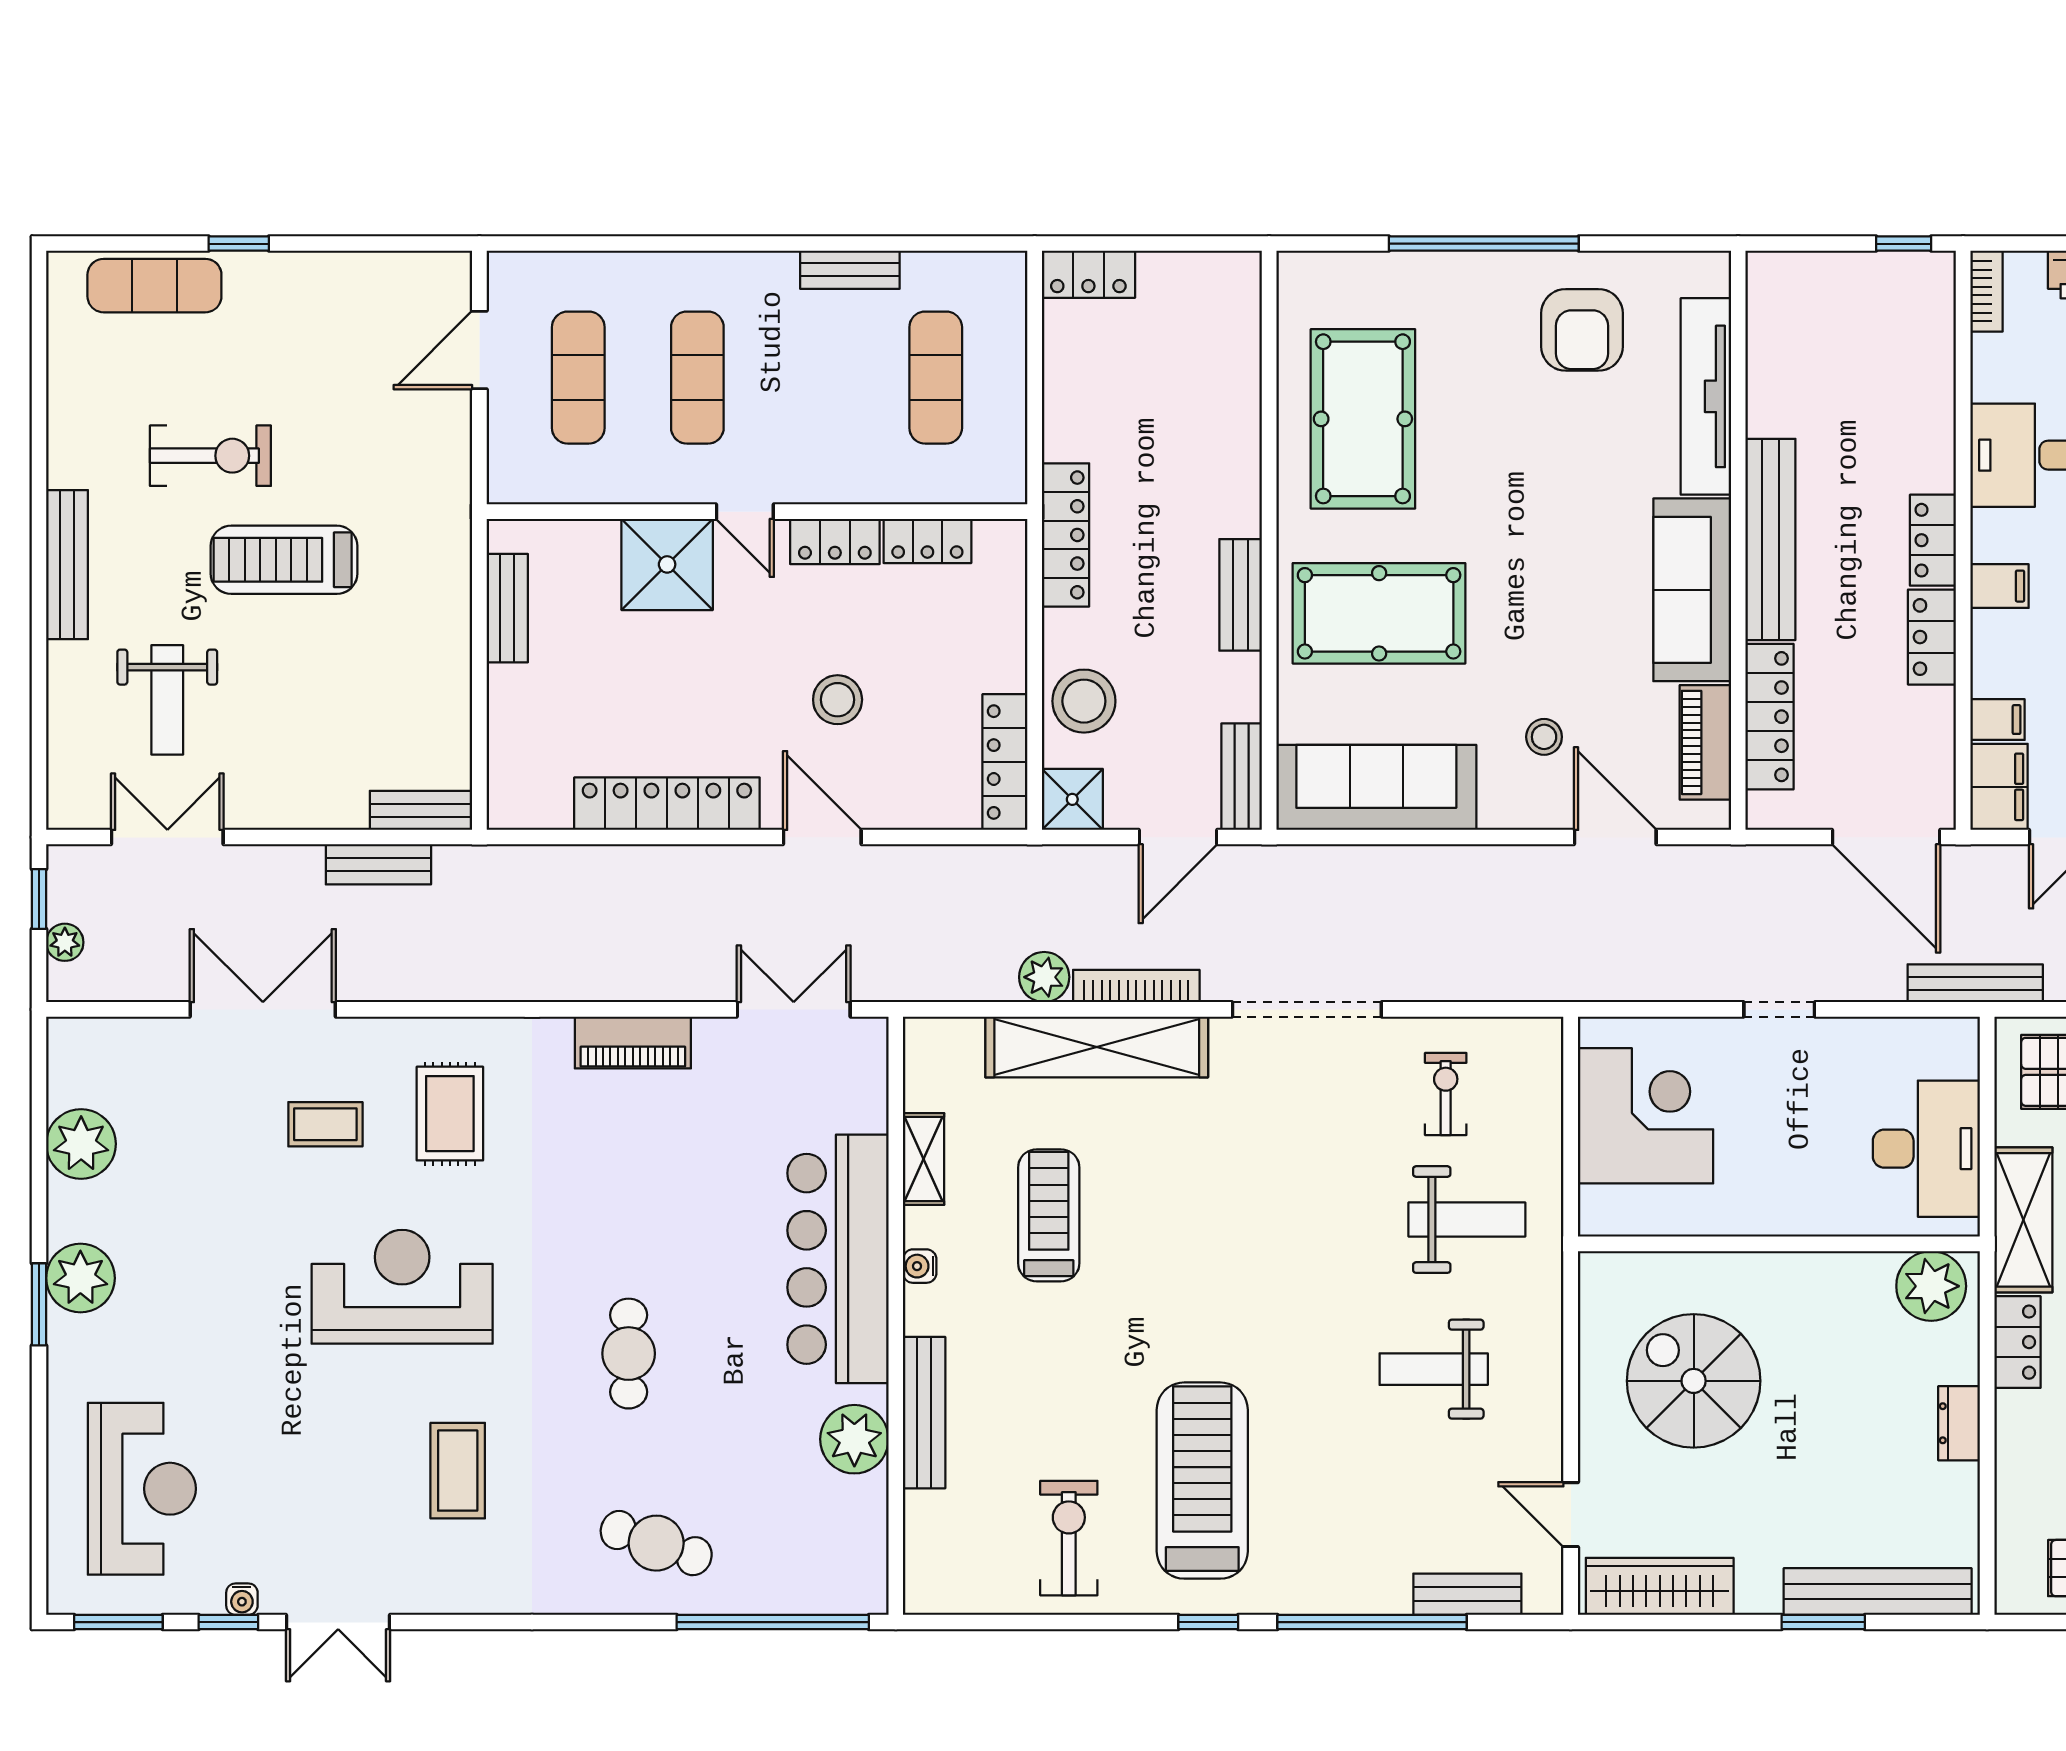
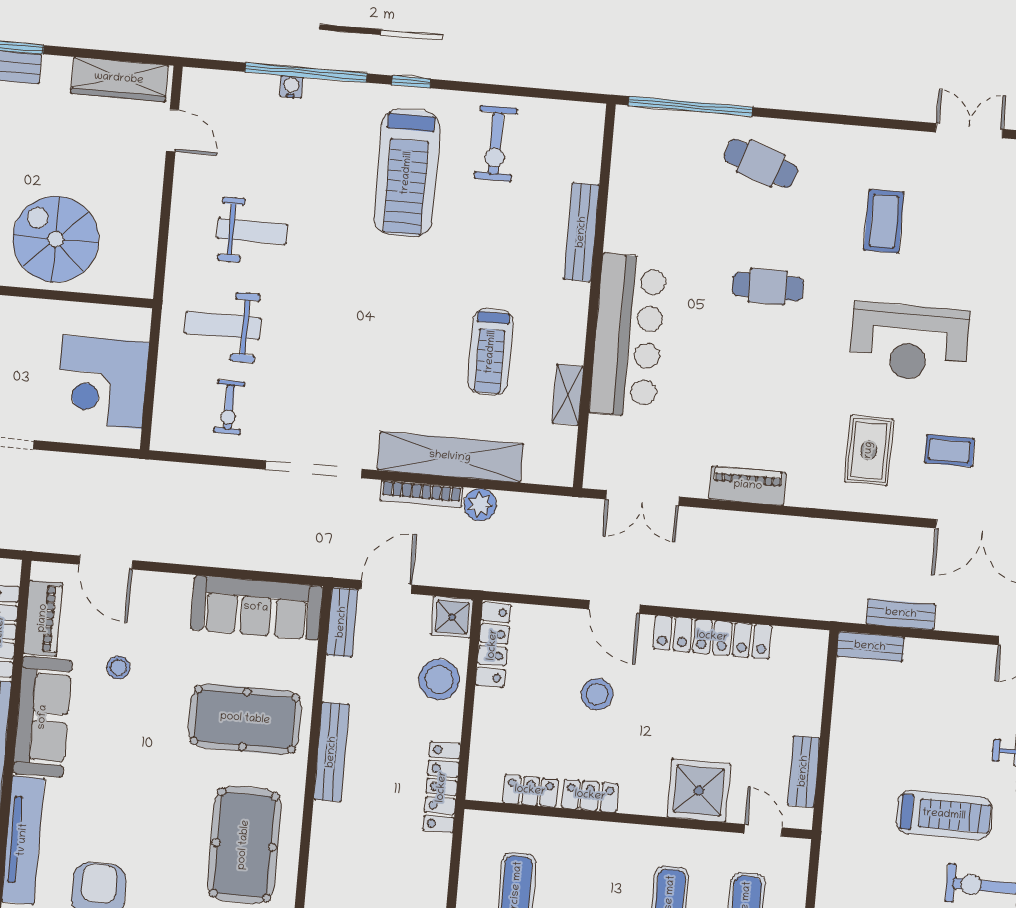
door: (745, 512) -> (763, 830), moved
bench: (1241, 595) -> (332, 752), width x1.36
stool: (1544, 737) -> (119, 667), moved
water cooler: (920, 1266) -> (291, 87), moved, turned -90
cafe table: (629, 1354) -> (768, 287), turned 90
spiral stairs: (1694, 1381) -> (56, 239), moved, turned 180
plant: (854, 1439) -> (628, 219), removed
bench: (1467, 1594) -> (243, 85), removed

